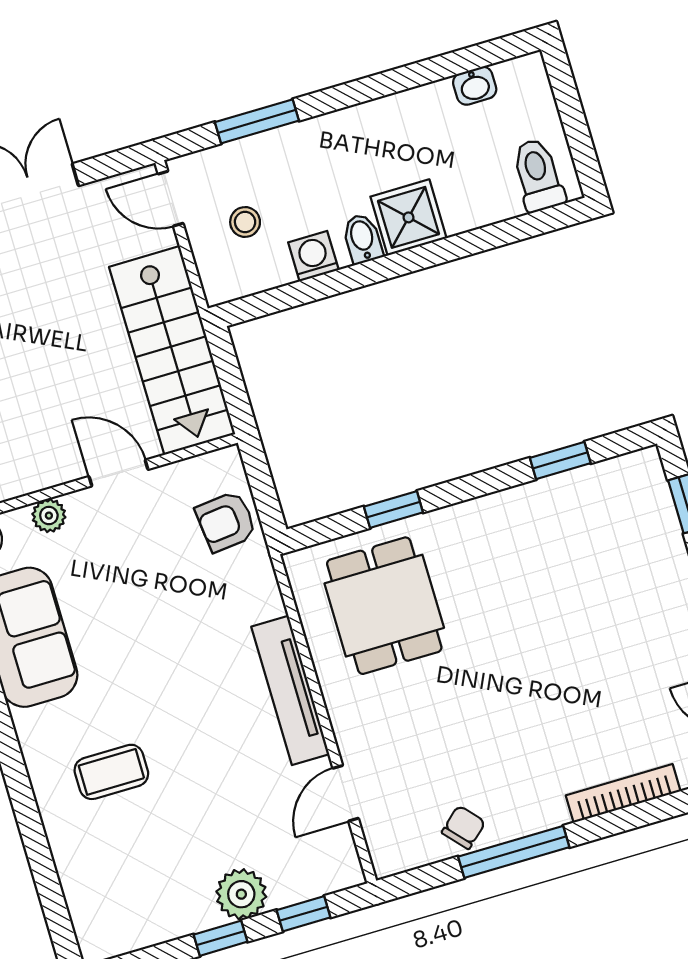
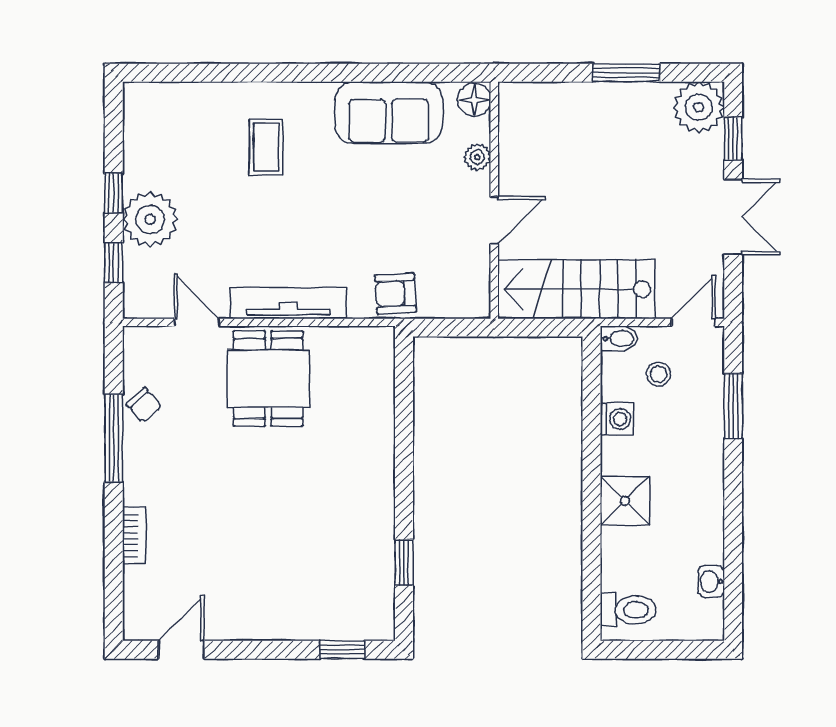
bidet: (362, 239) -> (619, 339), moved
window: (393, 510) -> (404, 423), removed
armchair: (226, 521) -> (396, 294), moved, turned -87
dining table: (384, 606) -> (268, 378), moved, turned 90
bookcase: (623, 793) -> (134, 536), width x0.64
plant: (241, 894) -> (150, 219), width x1.36, depth x1.36

